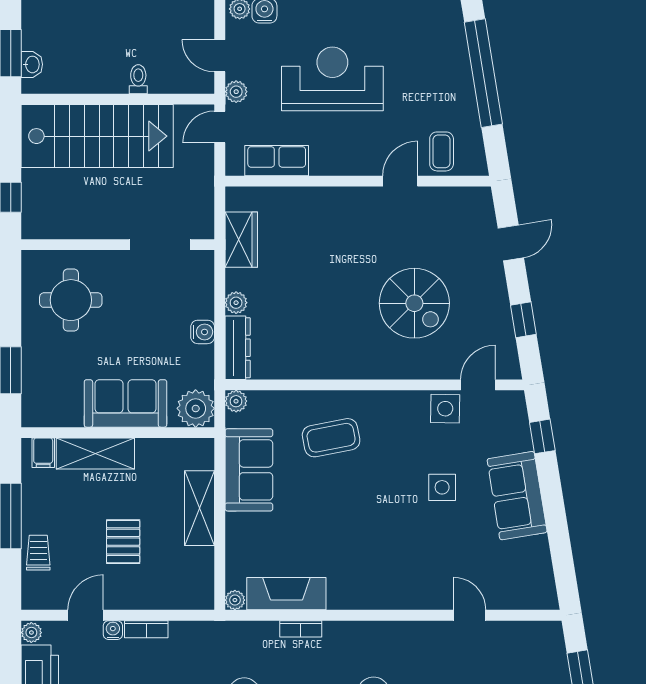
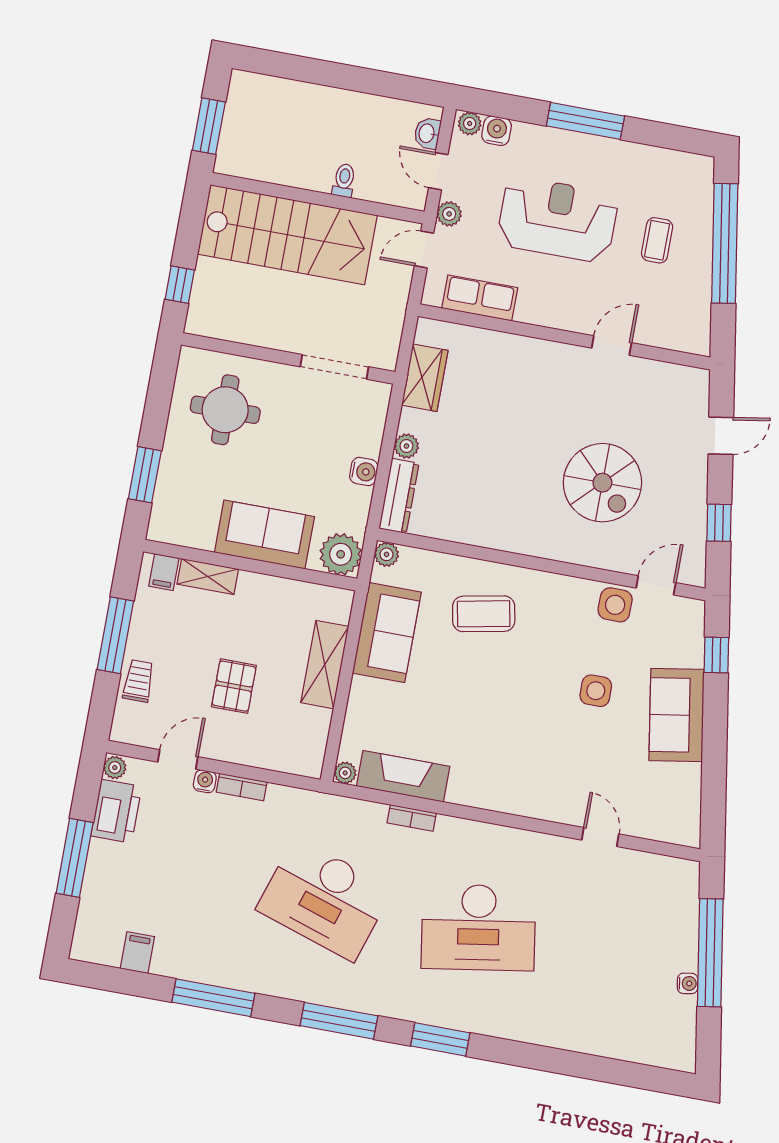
washbasin: (32, 64) -> (427, 133), moved, turned 180
coffee table: (442, 151) -> (657, 240), moved
shelving: (95, 453) -> (208, 577), width x0.67, depth x0.75

